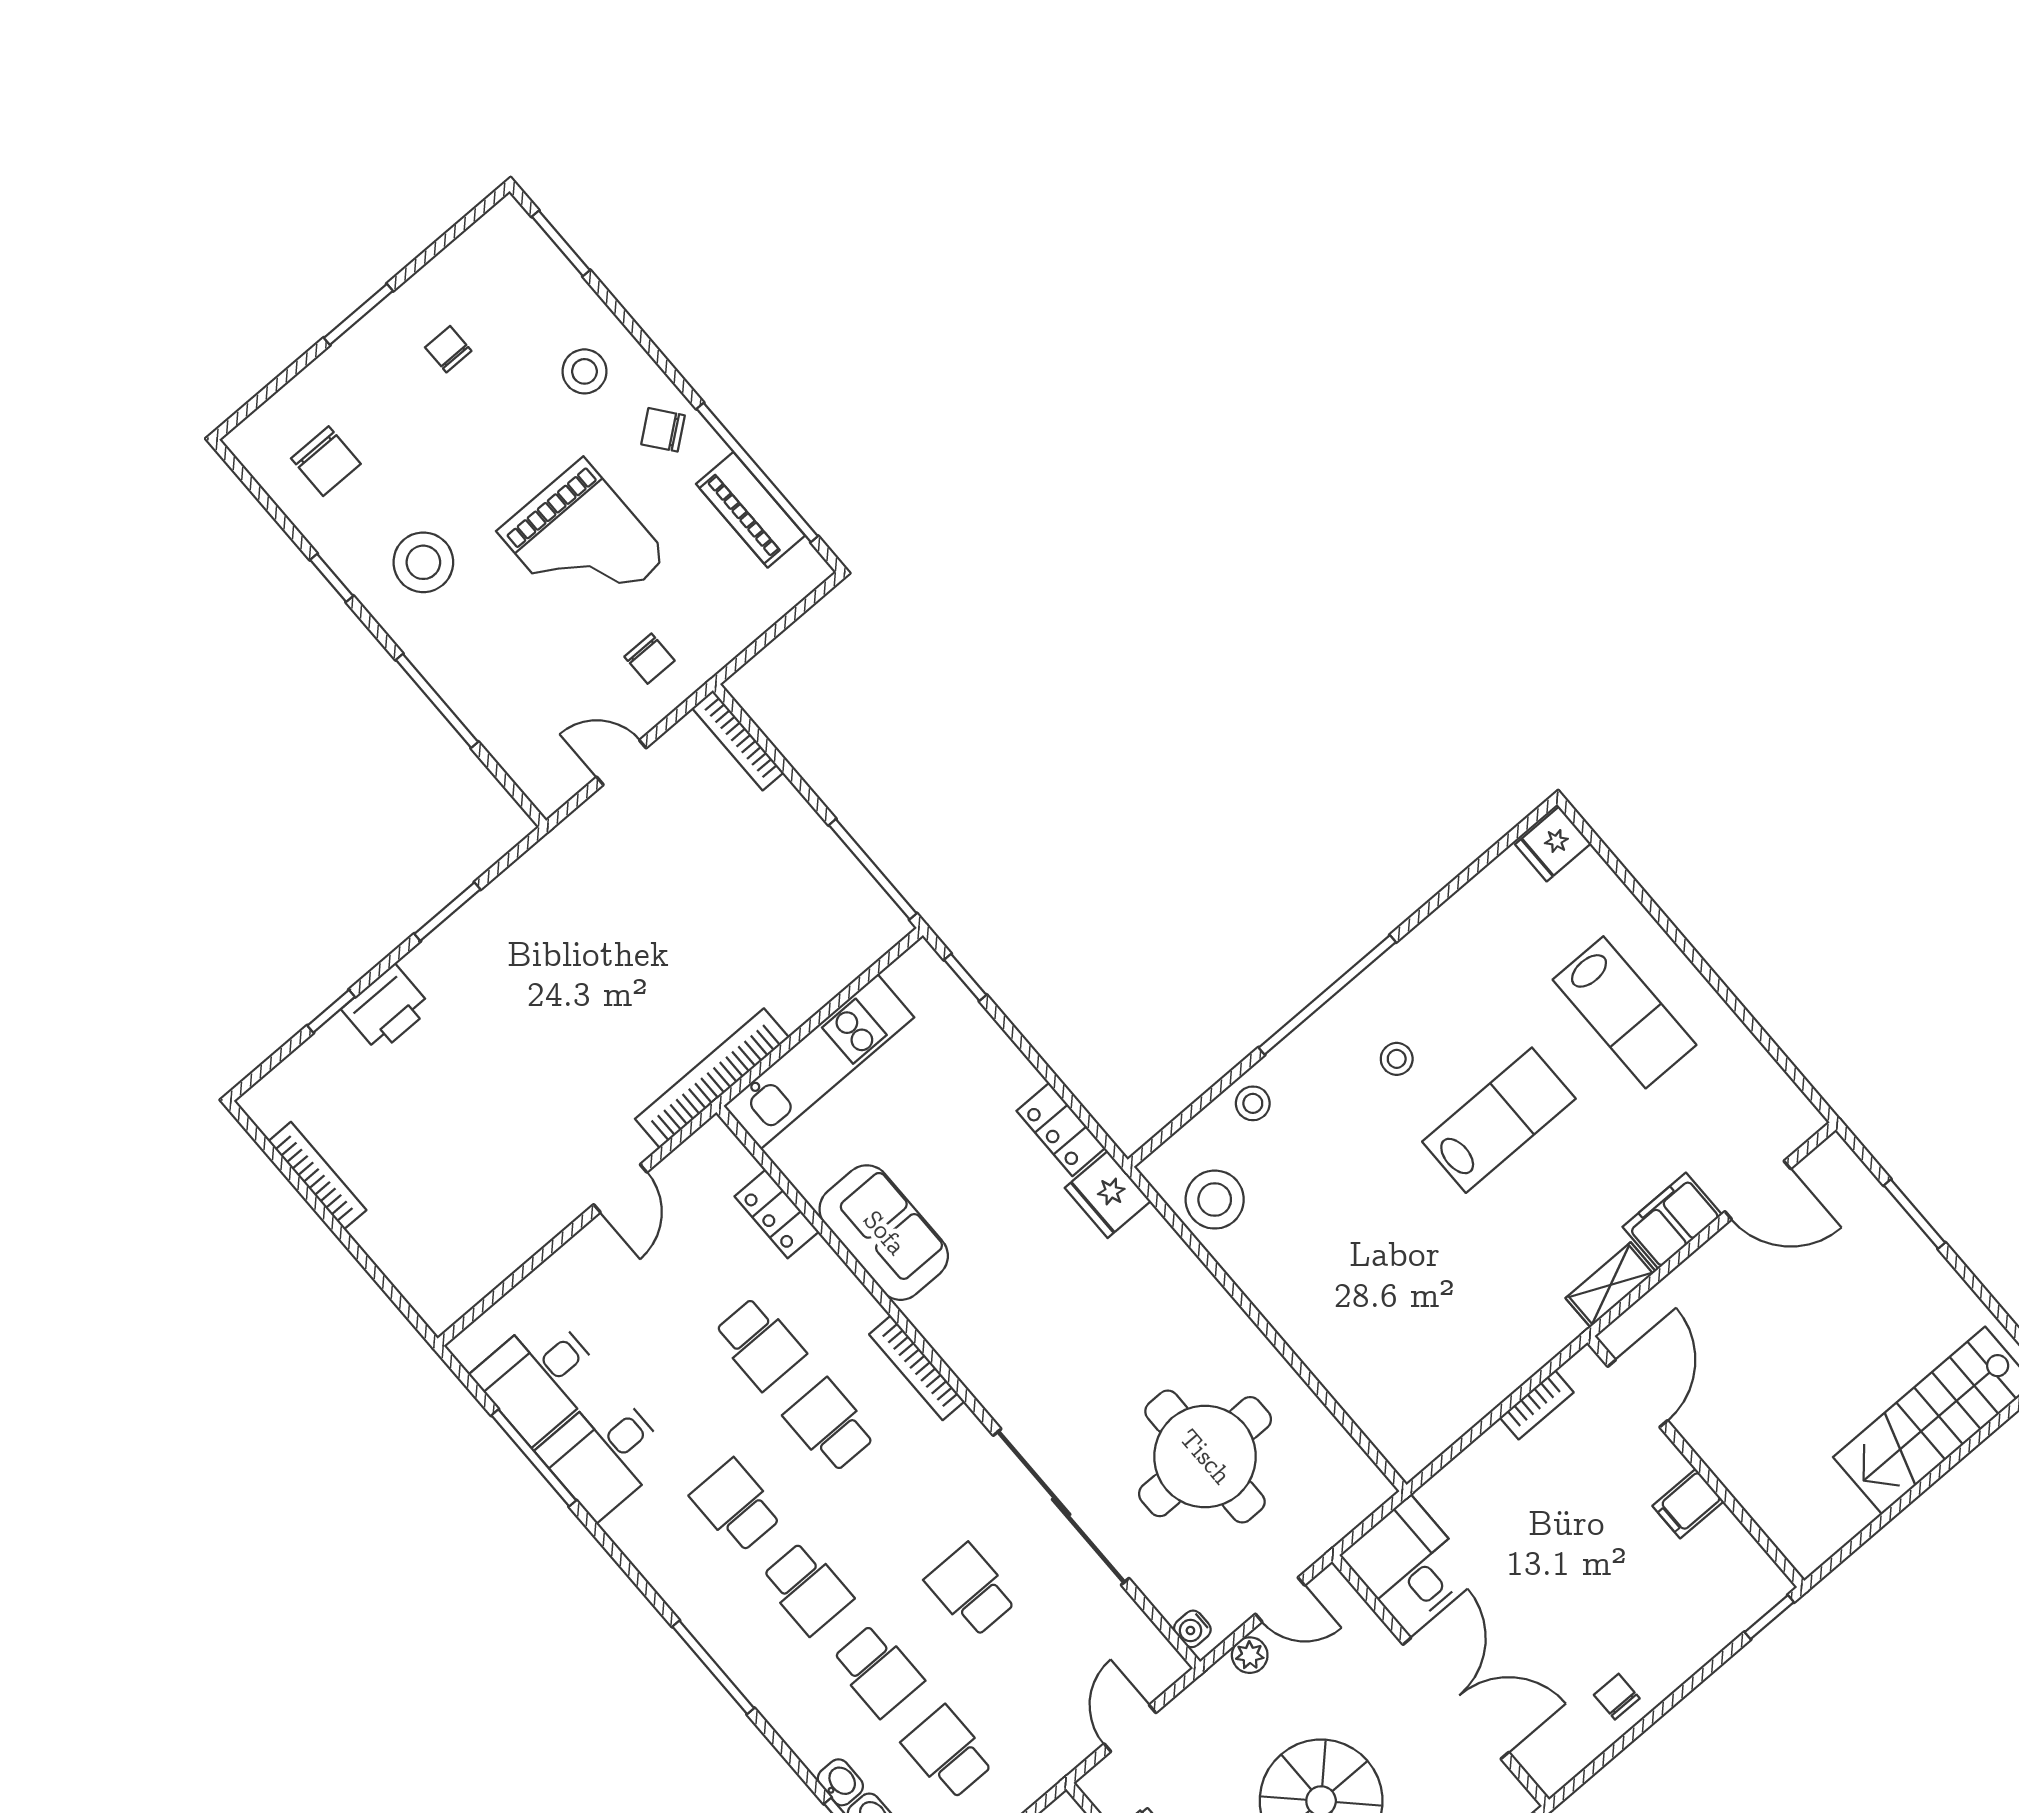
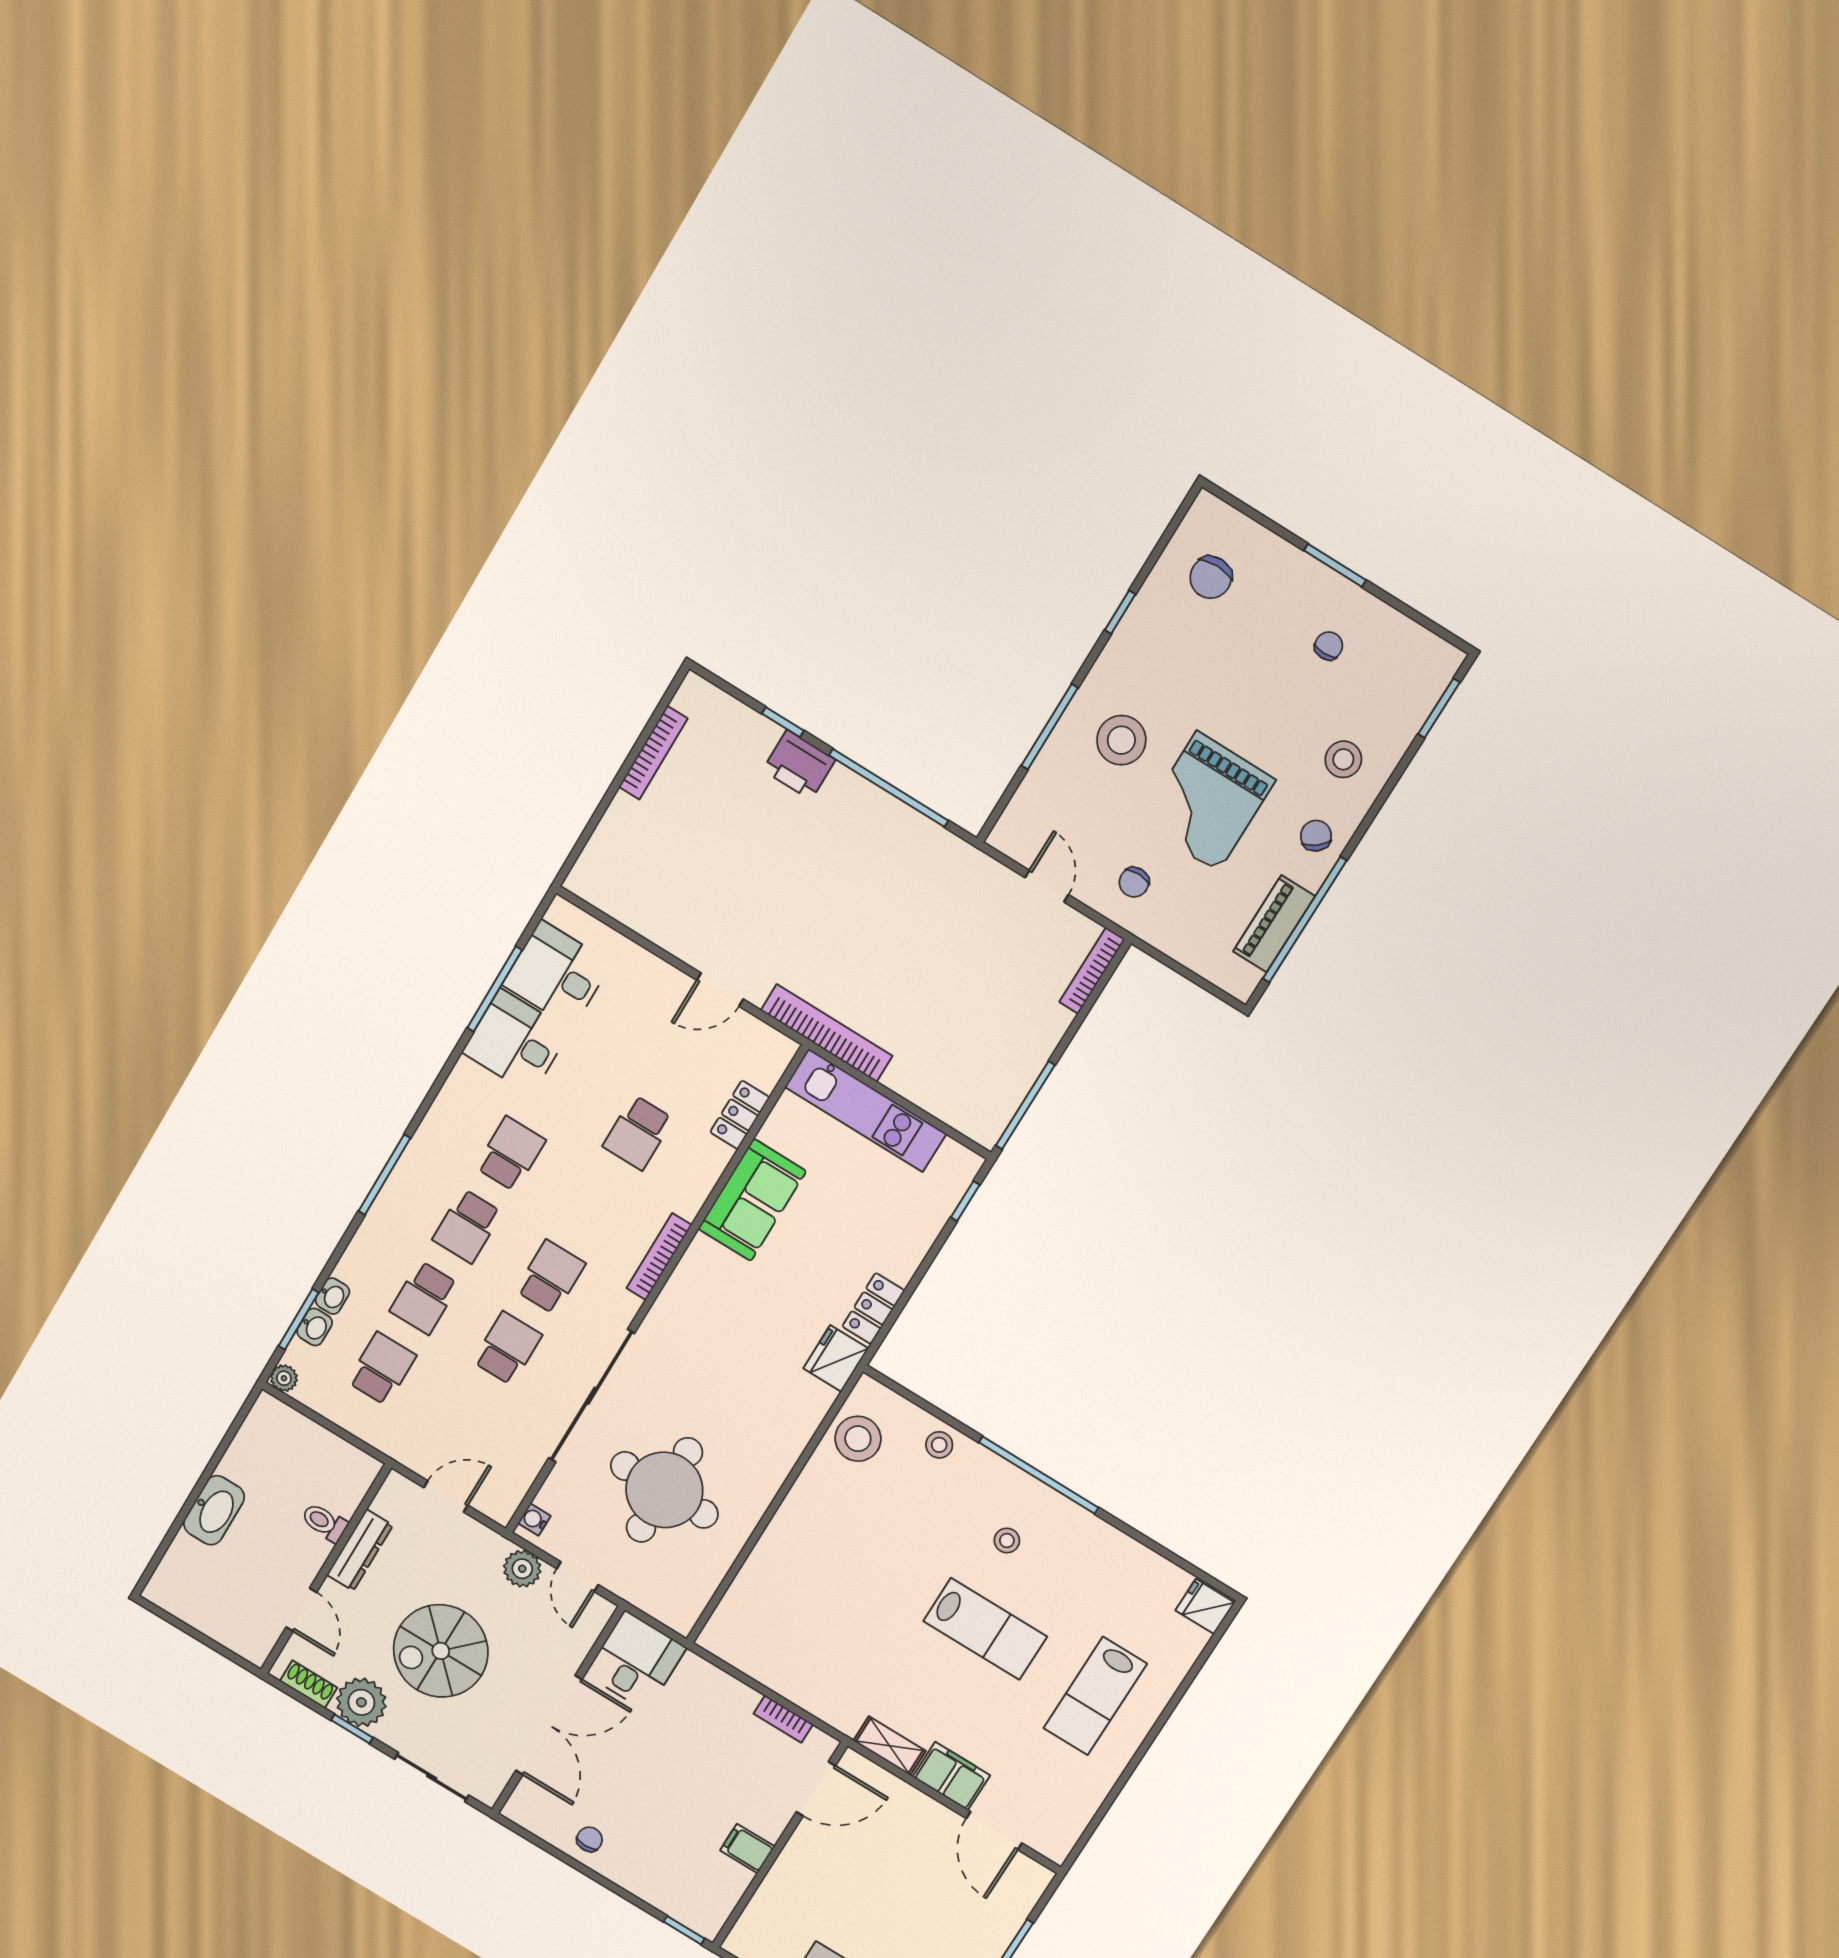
stool: (423, 562) -> (1121, 740), moved
window: (447, 912) -> (889, 788), width x2.11
school desk: (830, 1426) -> (550, 1277), moved
plant: (1250, 1655) -> (522, 1569), width x1.38, depth x1.38

